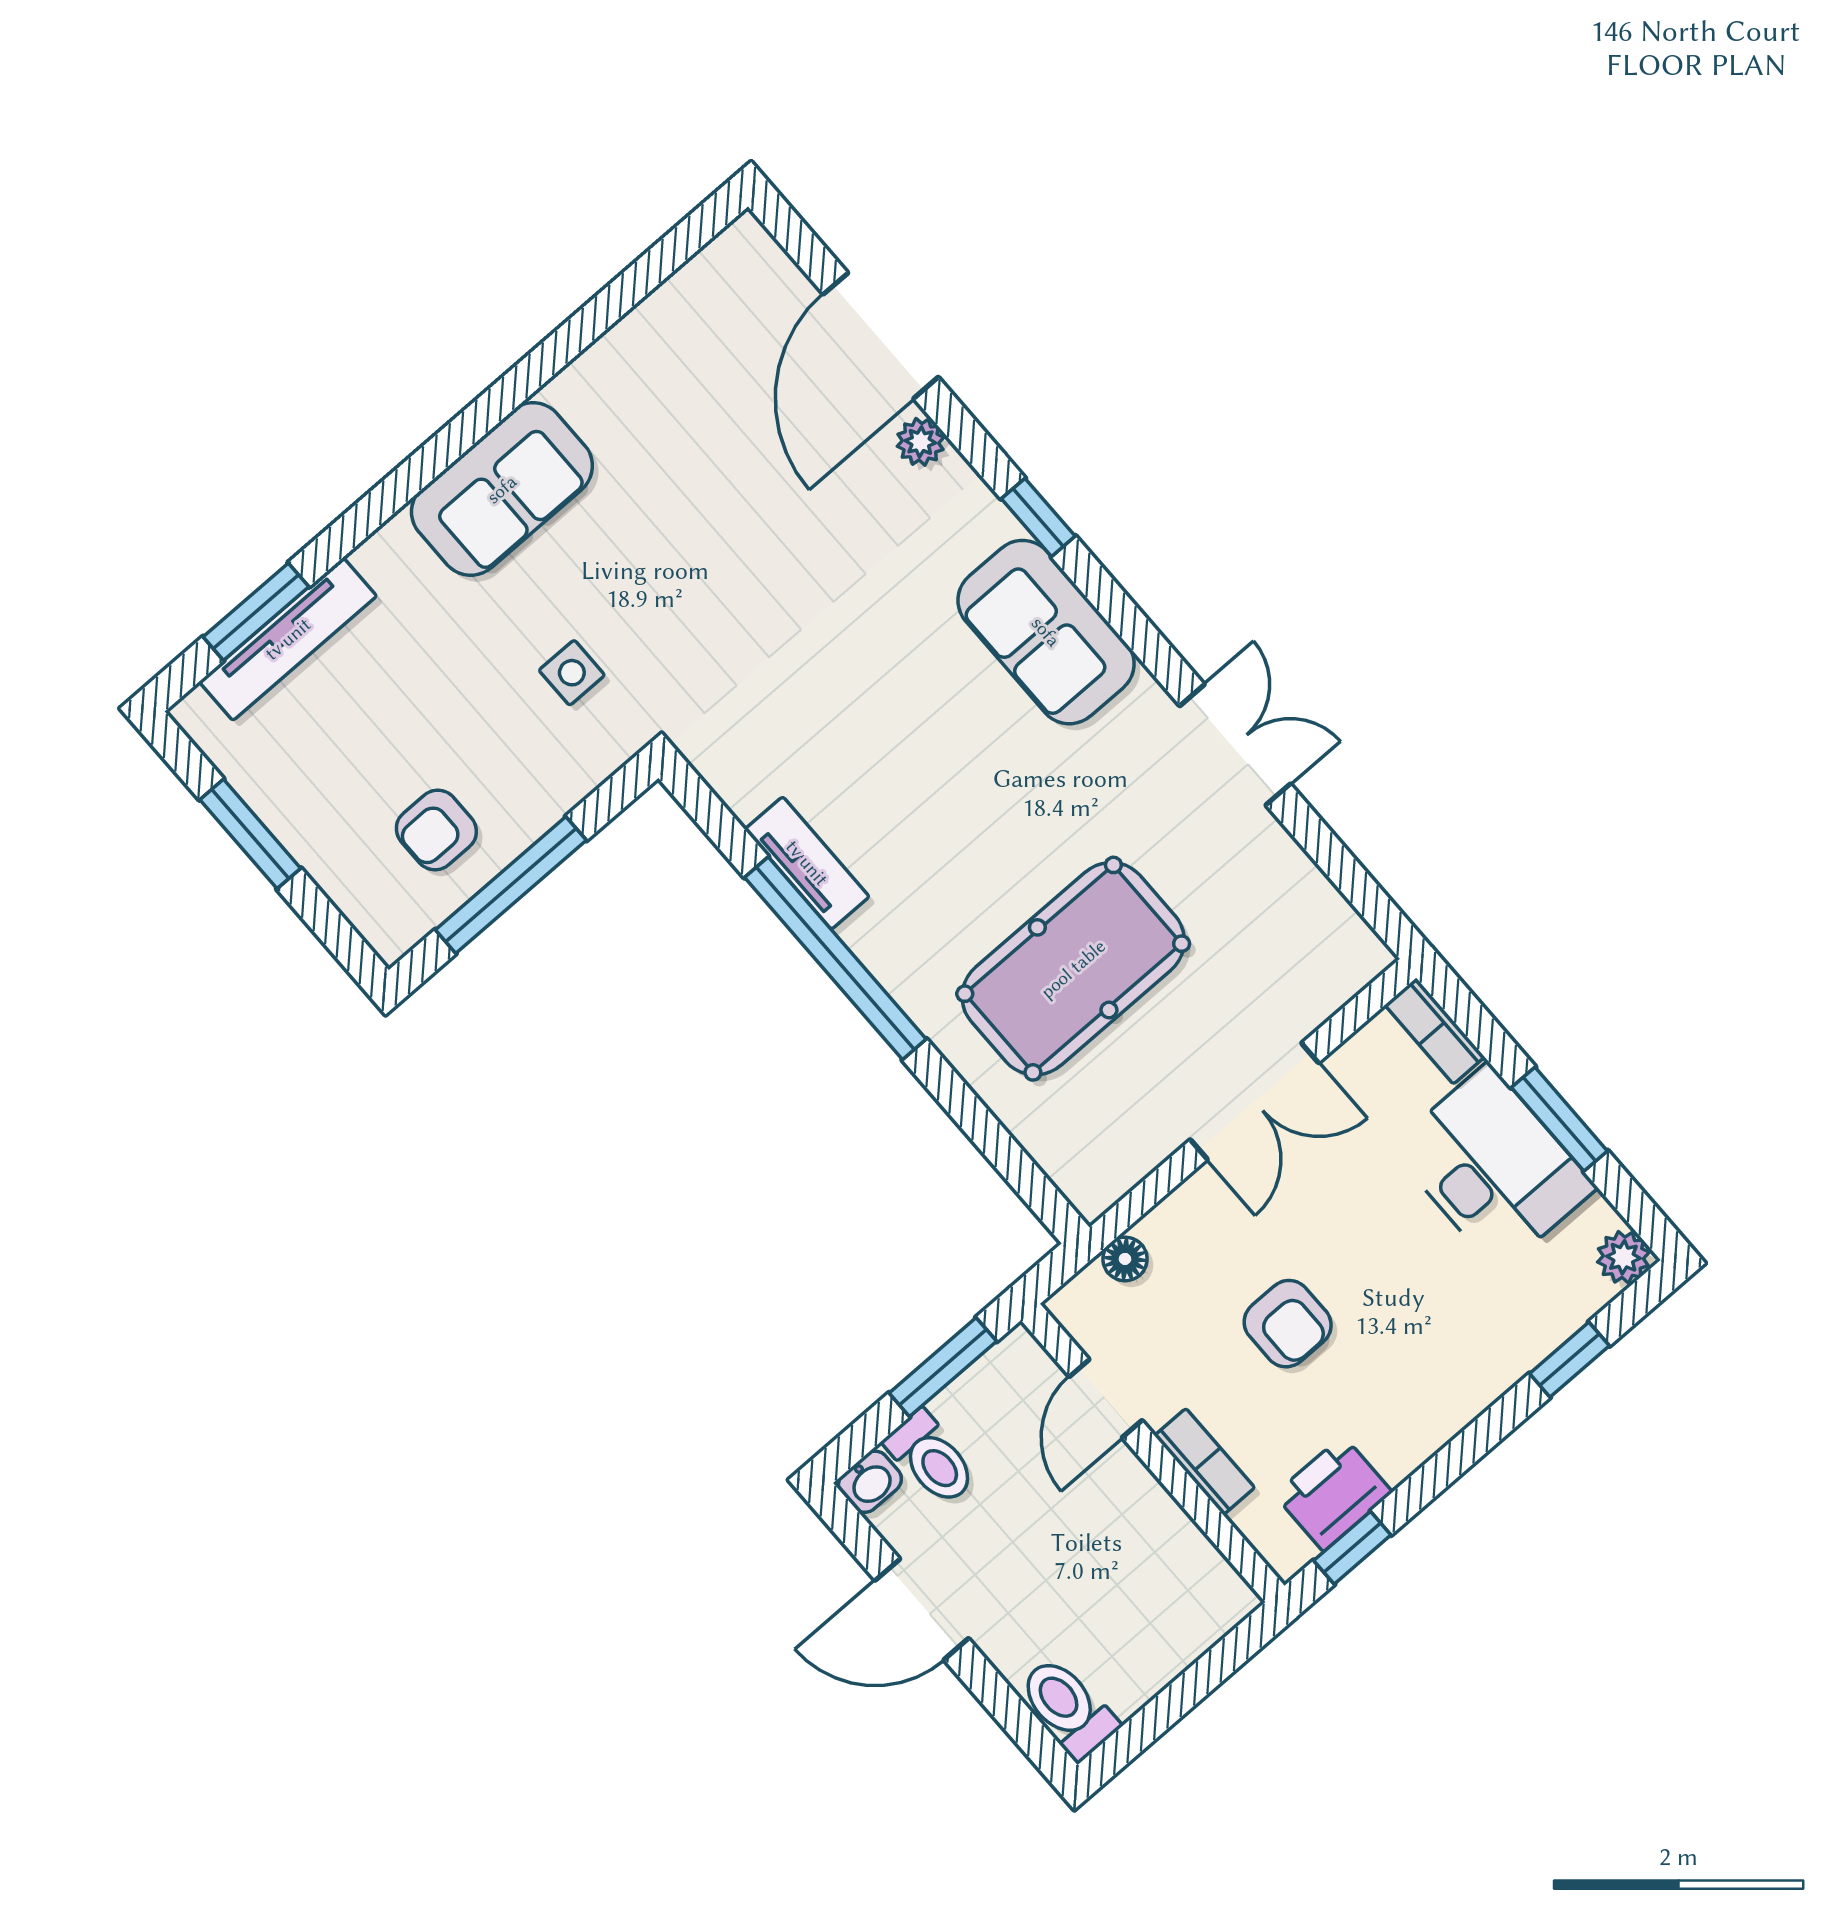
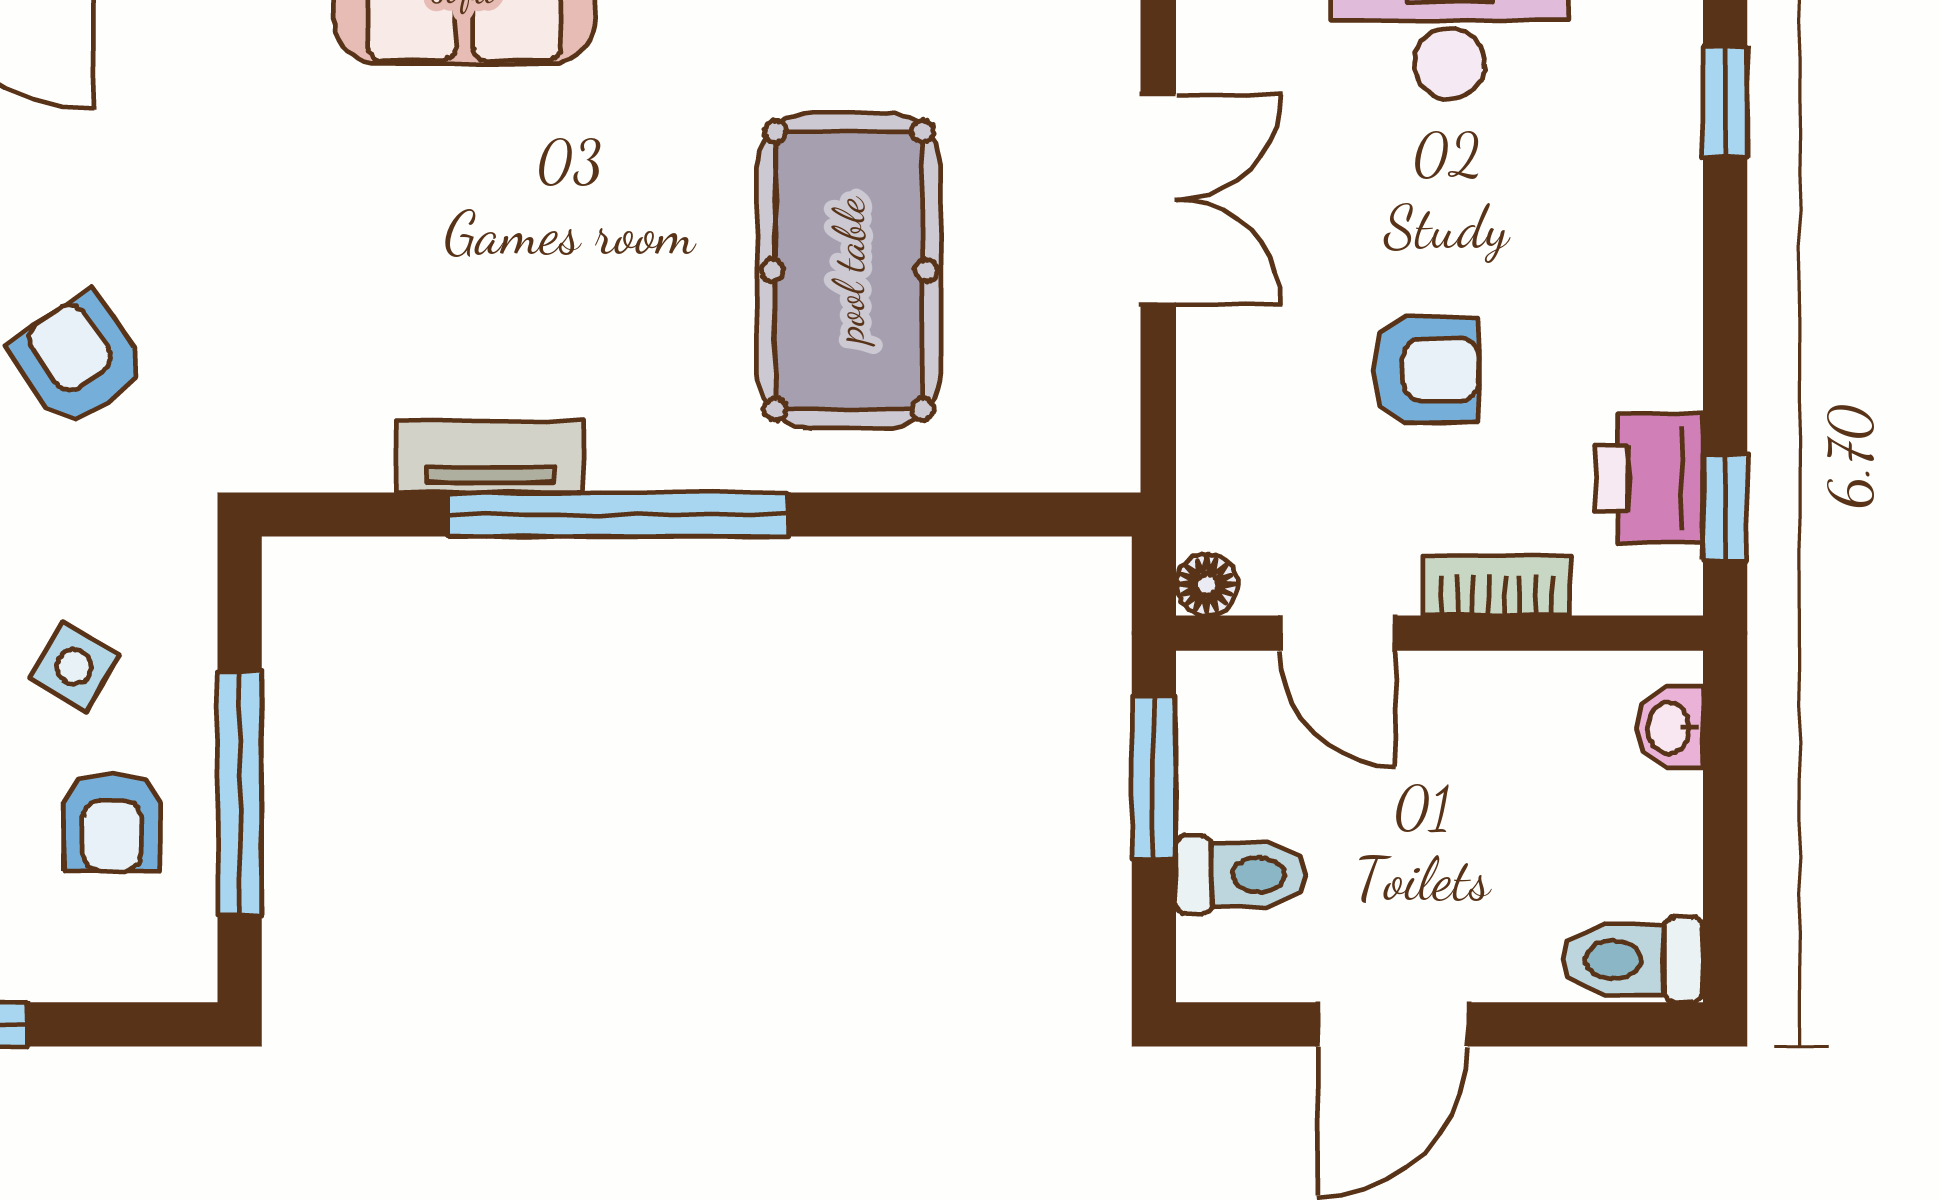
armchair: (668, 598) -> (78, 360), added
side table: (572, 673) -> (74, 667), moved, turned 30
floor lamp: (1125, 1259) -> (1207, 585), moved
washbasin: (870, 1482) -> (1670, 728), moved, turned 180

